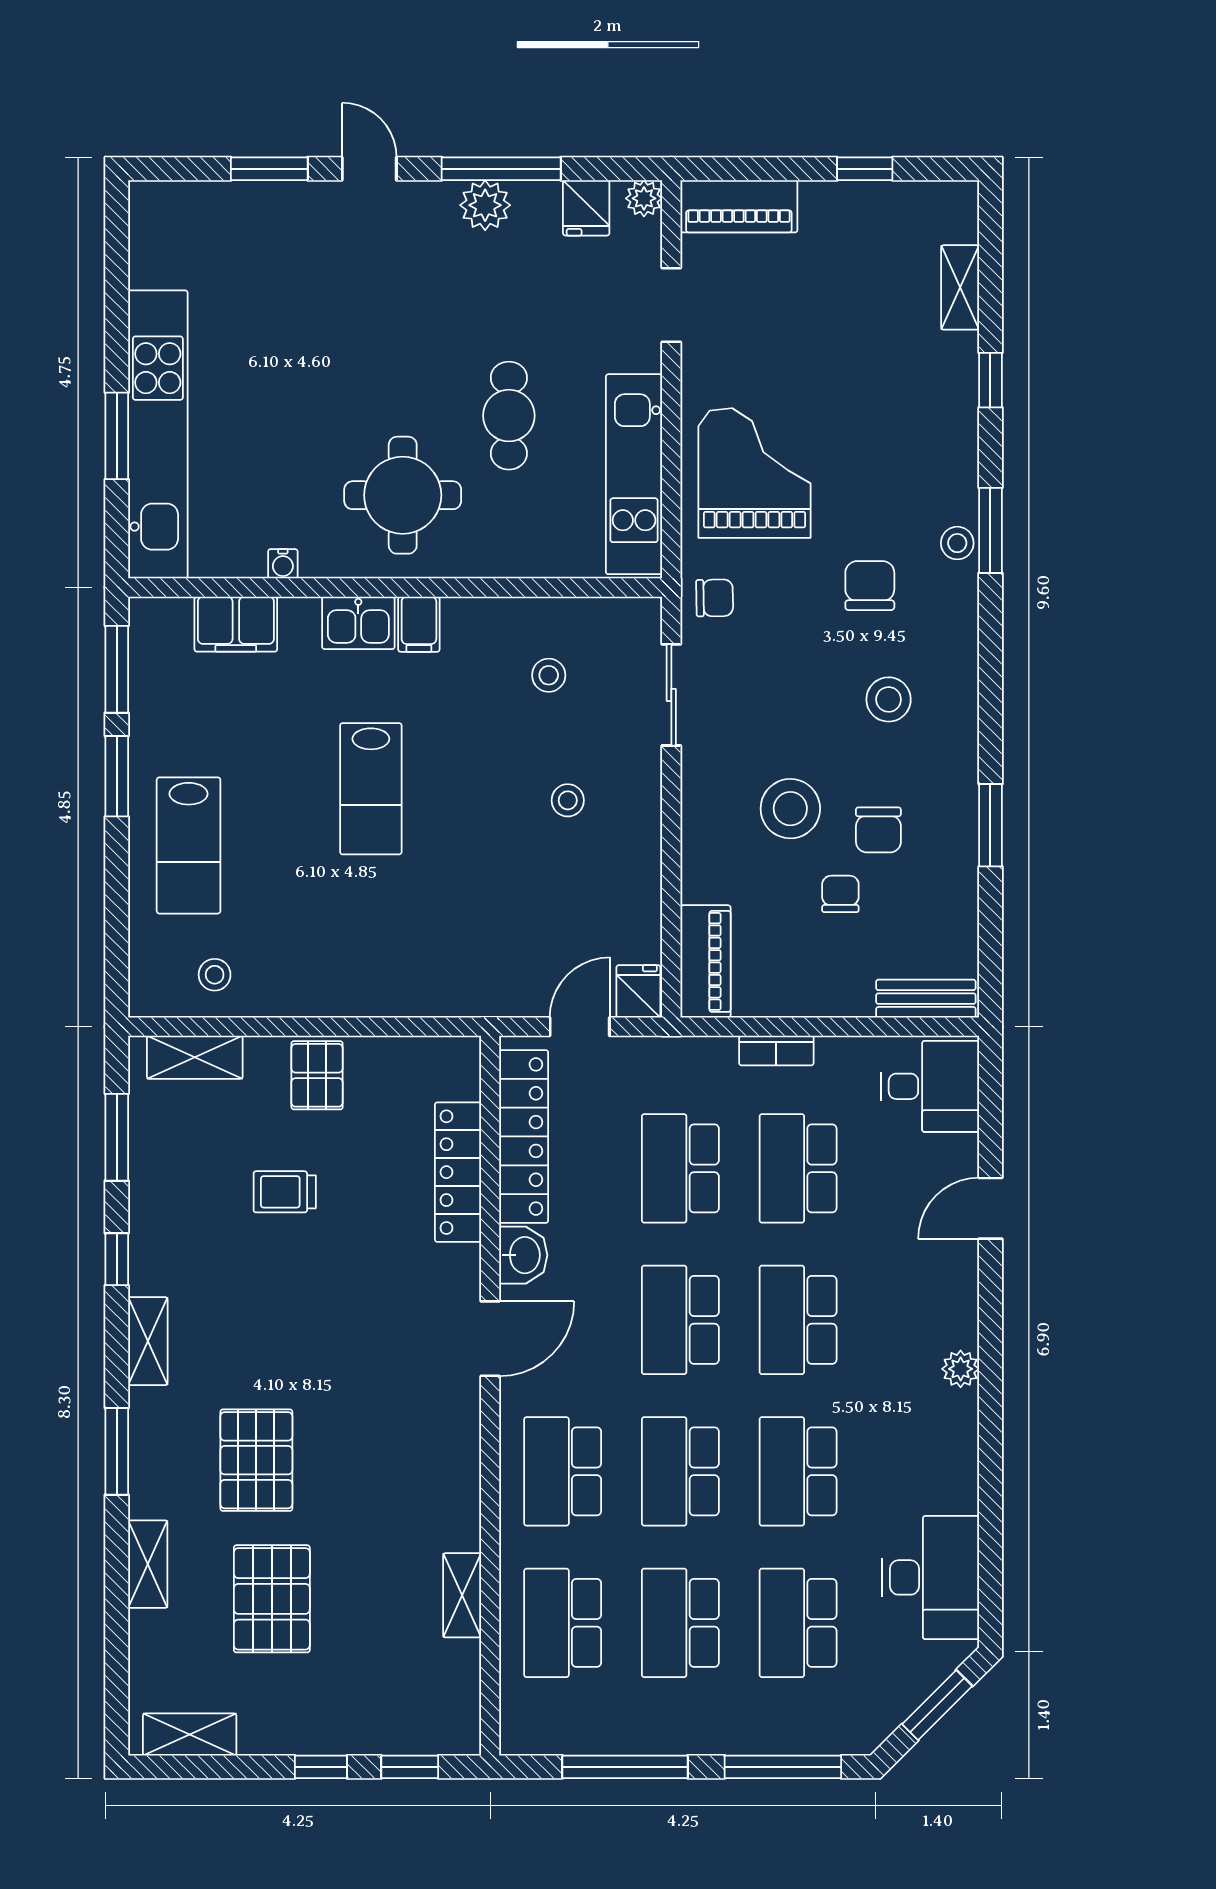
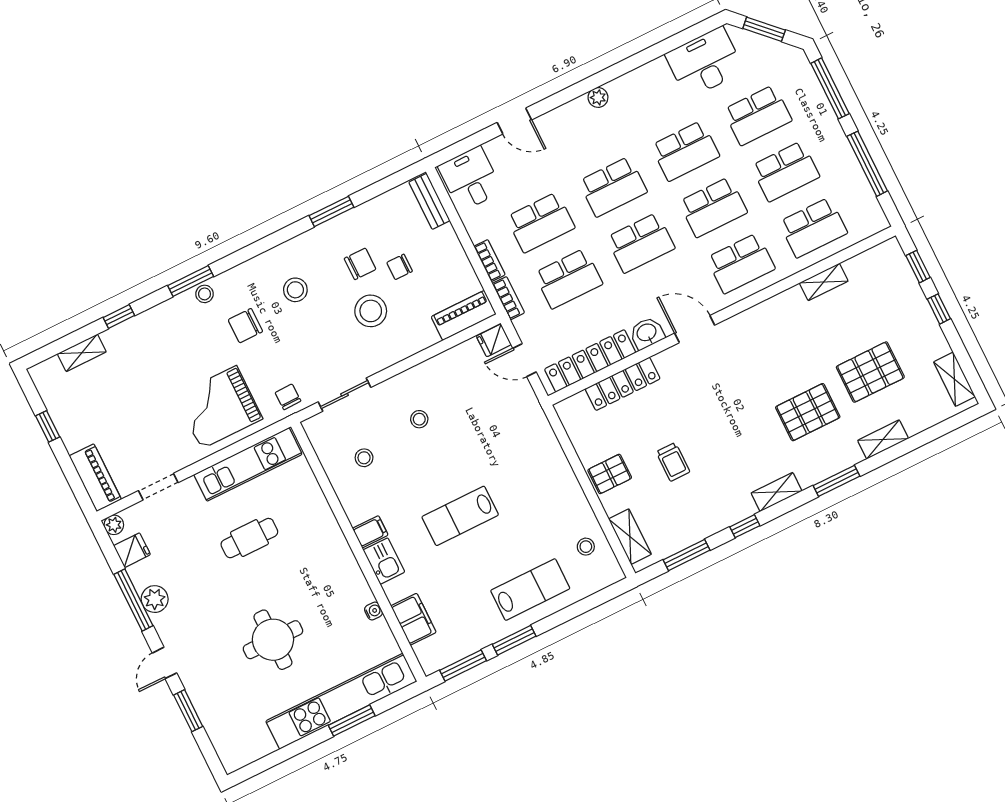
round table: (403, 495) -> (273, 640), moved
lab bench: (371, 789) -> (460, 516), turned 180
bookcase: (697, 1051) -> (508, 298), added

